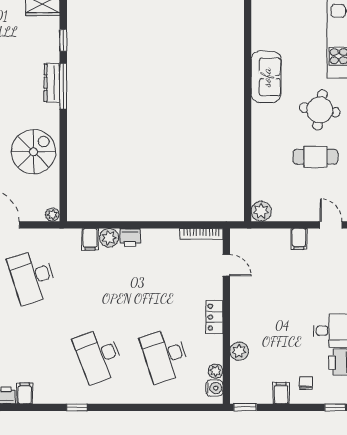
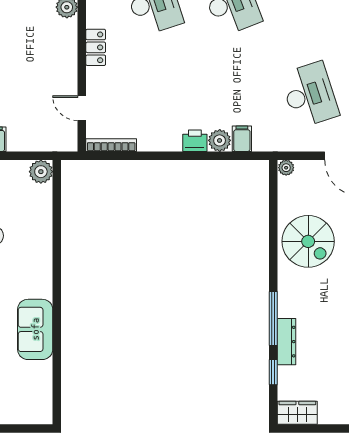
dresser: (52, 83) -> (287, 342), moved
spiral stairs: (34, 152) -> (308, 241), turned -90

